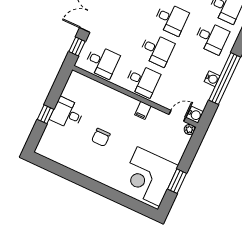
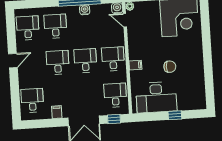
filing cabinet: (143, 110) -> (135, 65), moved
desk: (67, 113) -> (156, 97), width x1.87, depth x1.30

